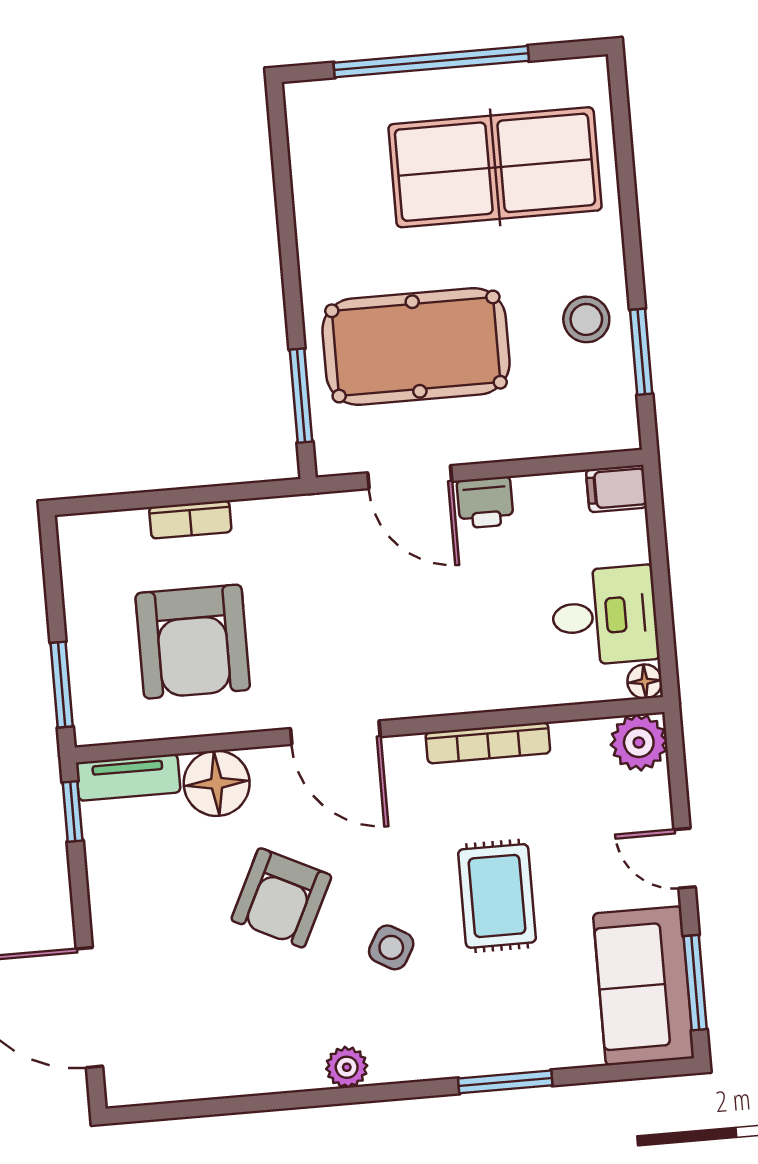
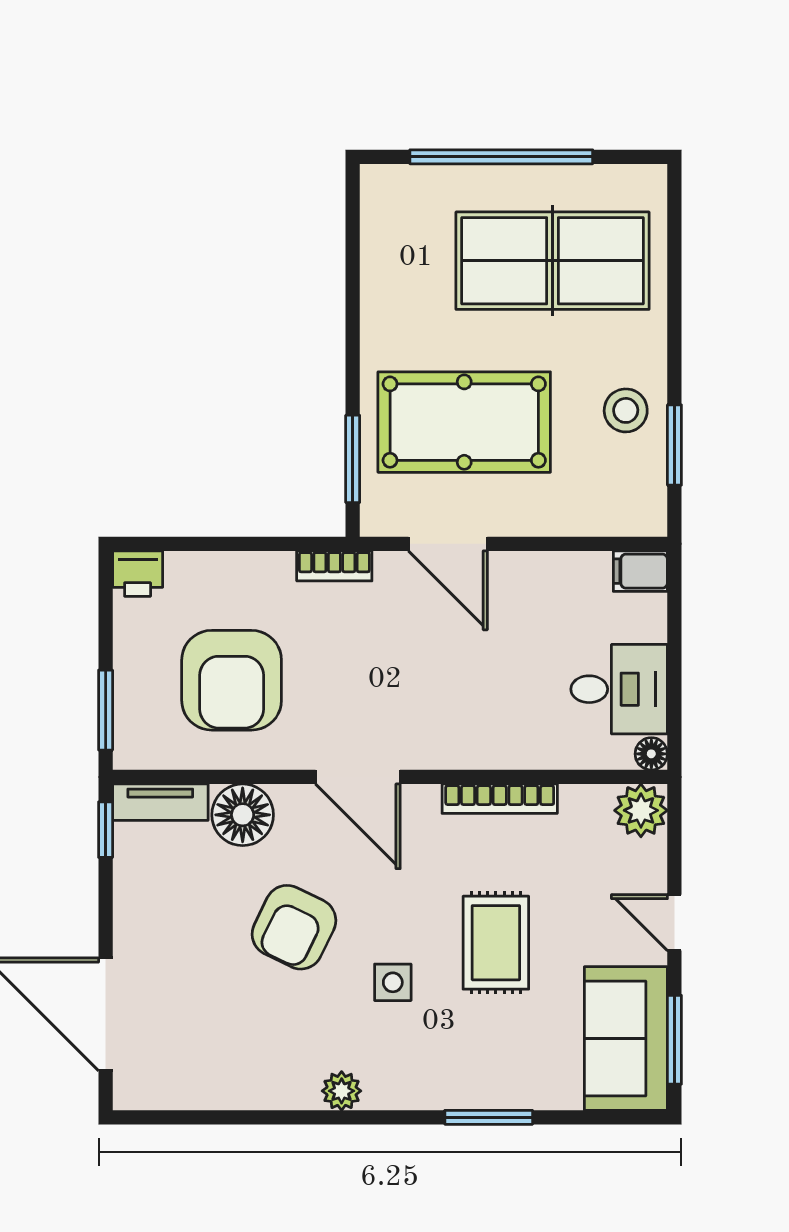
printer: (485, 502) -> (138, 574), moved
bookcase: (190, 520) -> (334, 566), moved
side table: (391, 947) -> (393, 982), turned -30

